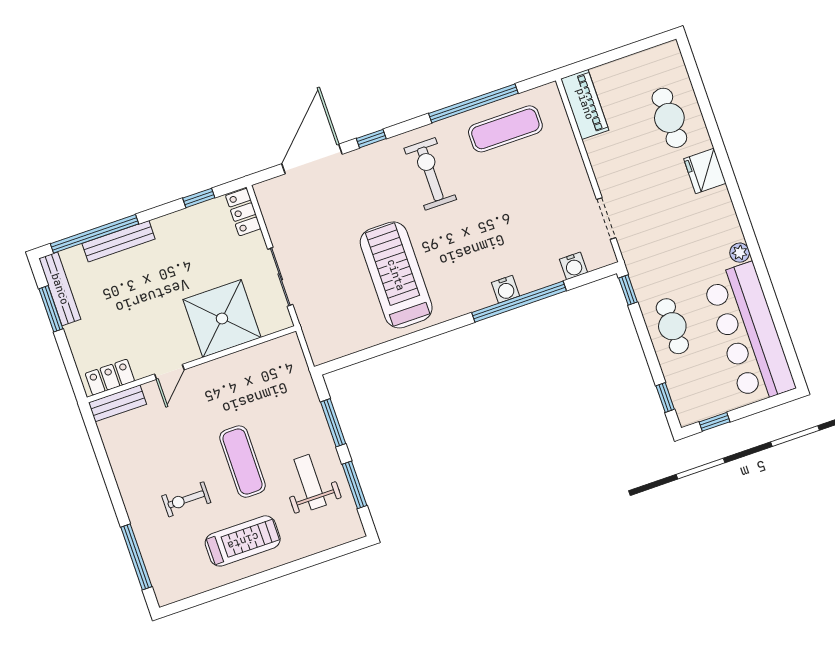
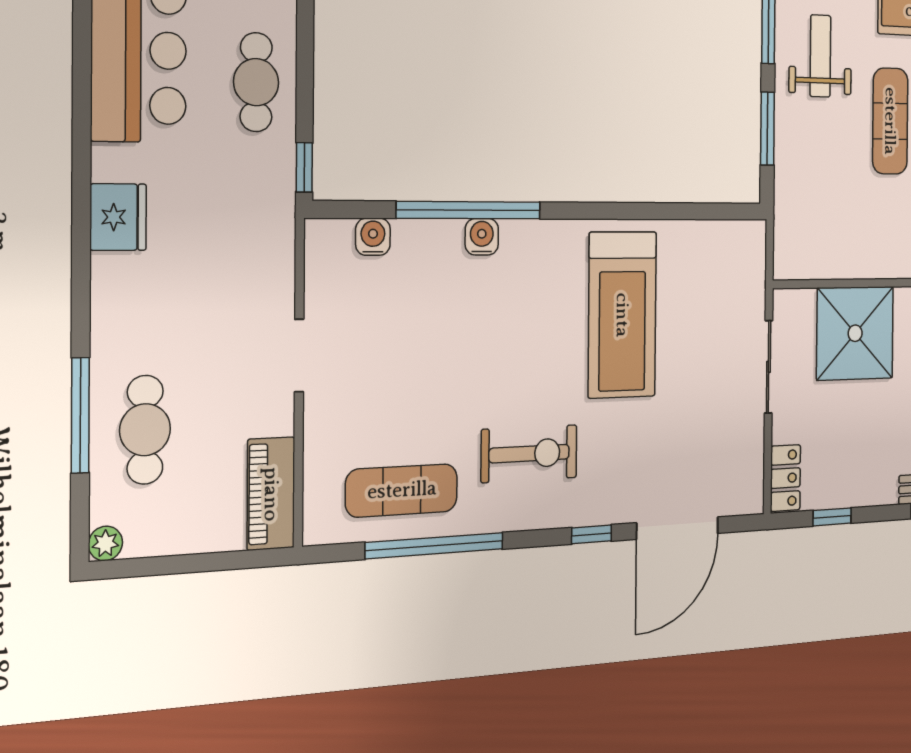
window: (708, 115) -> (80, 415), added
fridge: (705, 171) -> (118, 217), moved
exercise bike: (430, 174) -> (529, 454), turned -90
doorway: (606, 219) -> (299, 356), moved
plant: (740, 253) -> (105, 543), moved
weight bench: (310, 482) -> (820, 56), turned 180

